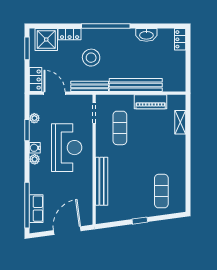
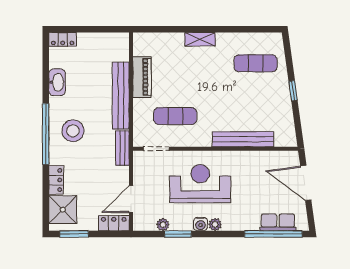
stool: (91, 58) -> (73, 131), moved
bench: (90, 86) -> (122, 148), width x0.73
shelving: (180, 122) -> (200, 39), moved

